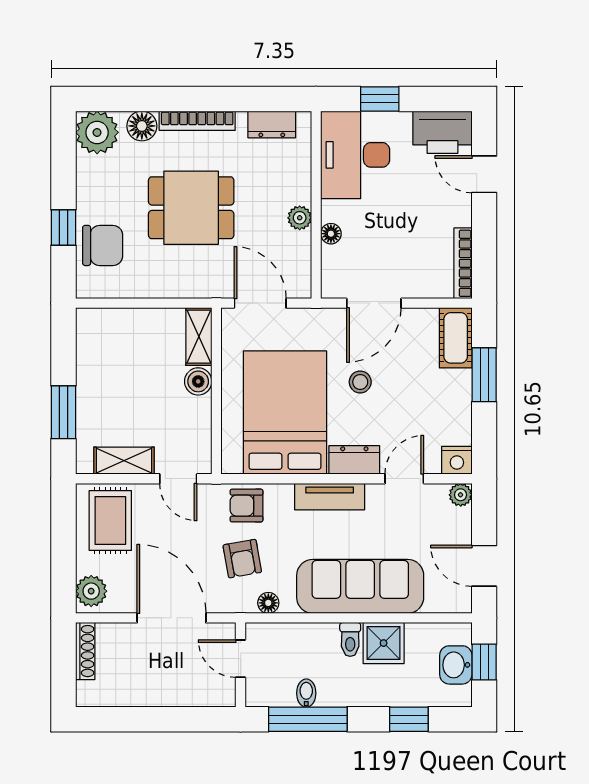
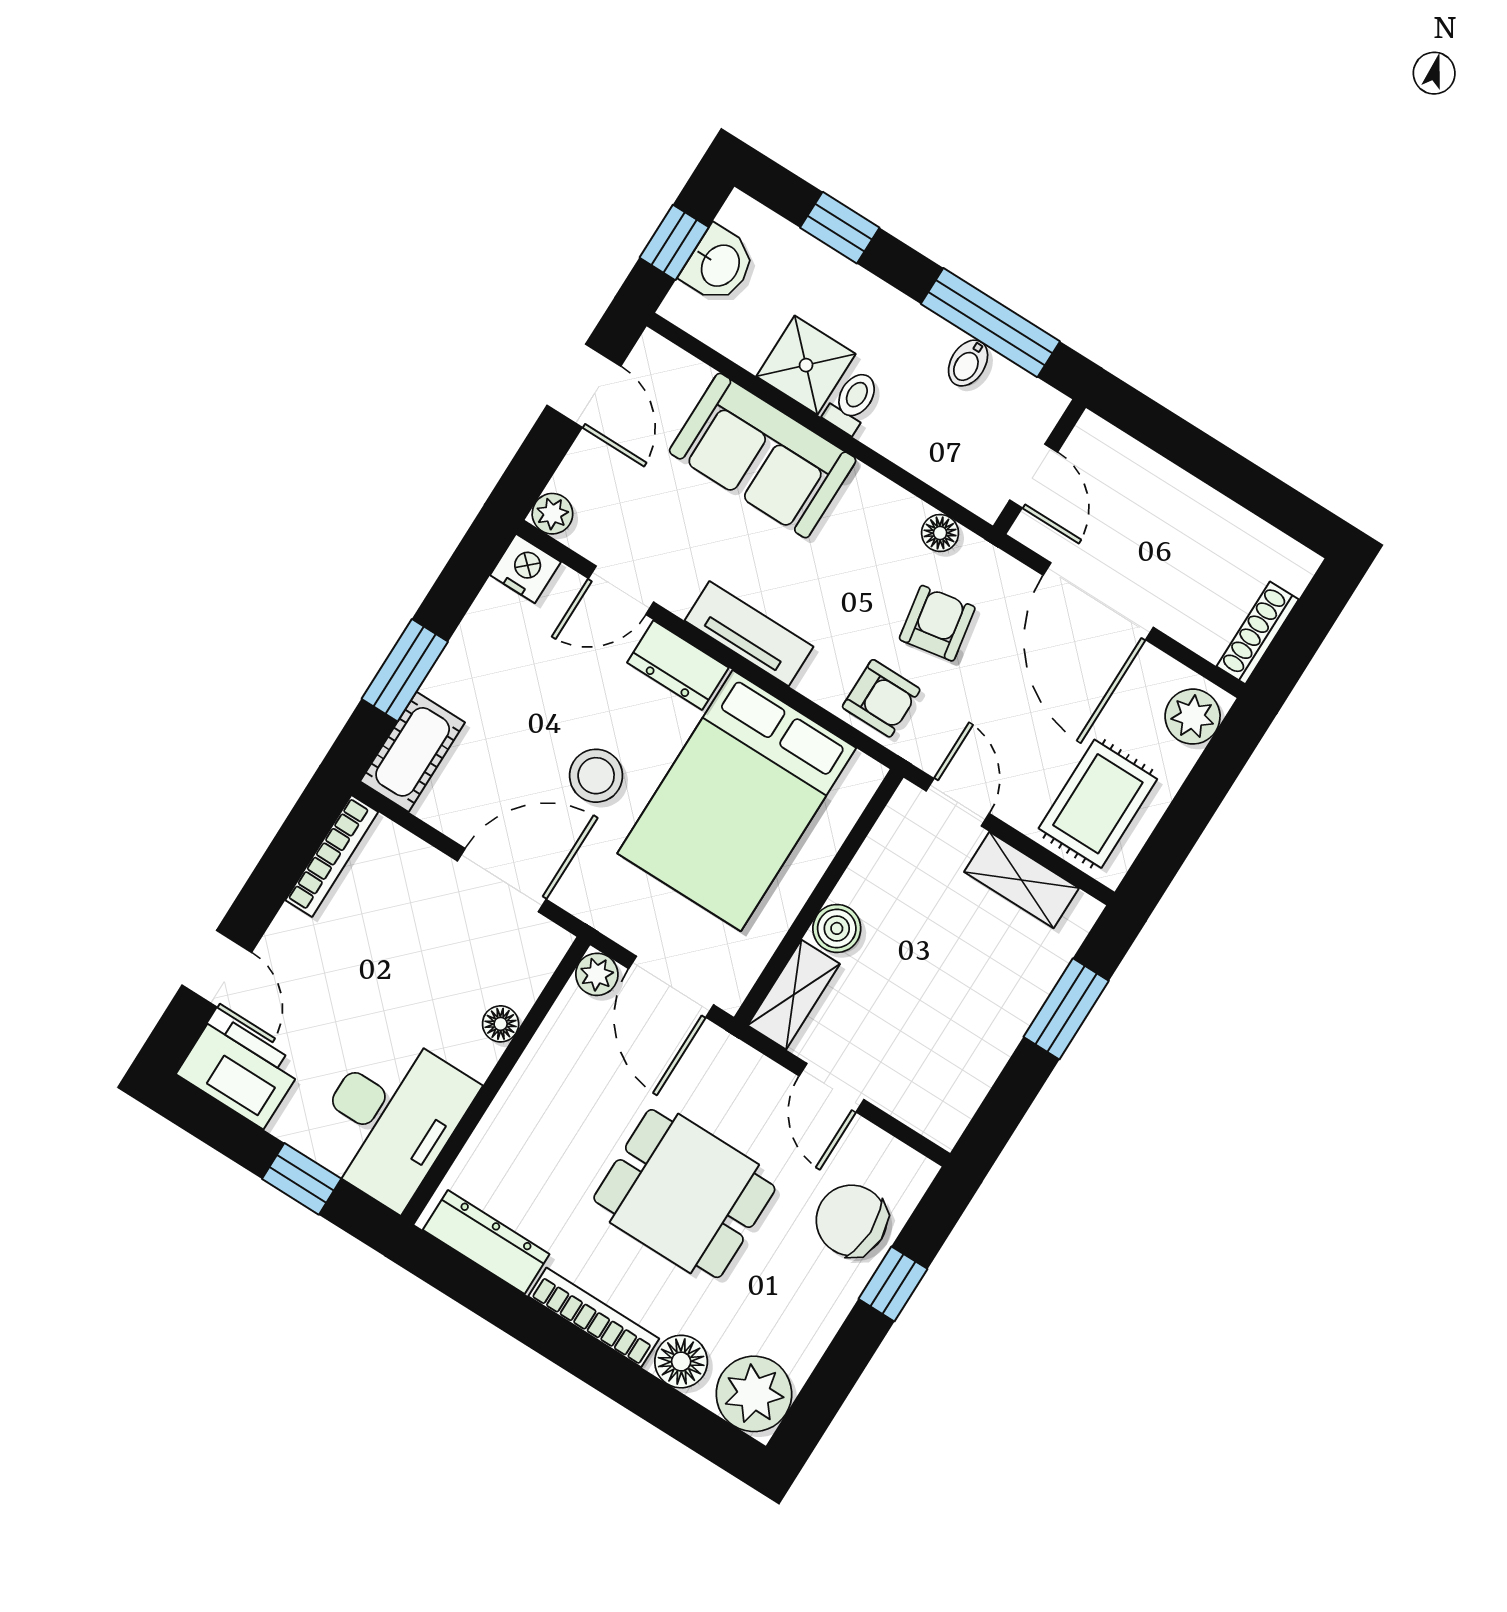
dresser: (272, 124) -> (486, 1242), width x1.44
plant: (300, 218) -> (597, 974), moved
door: (152, 303) -> (831, 1088), added
stool: (360, 382) -> (596, 776), width x1.37, depth x1.37
sofa: (360, 586) -> (763, 456), width x0.73

